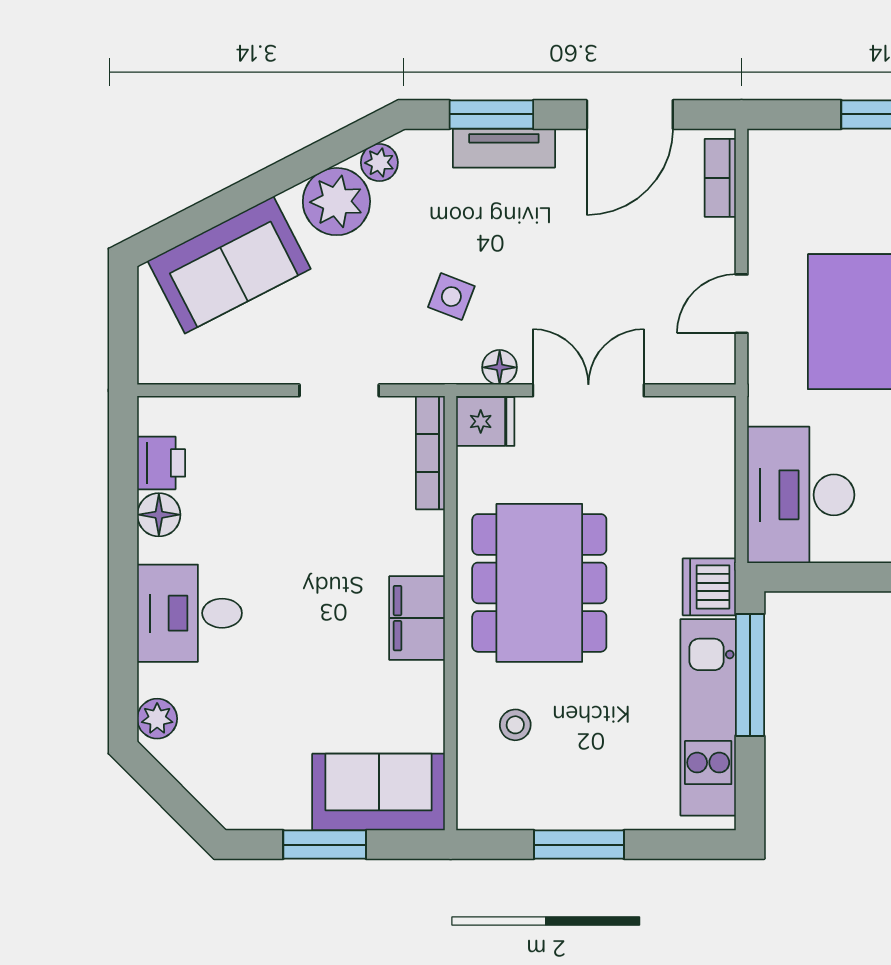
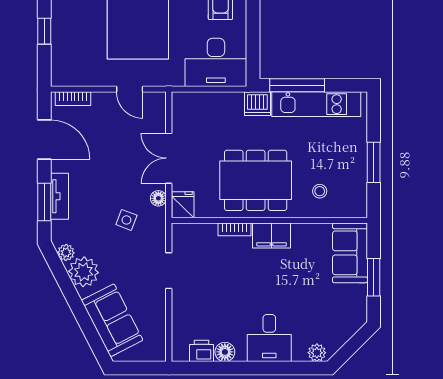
bookcase: (430, 453) -> (235, 229), moved, width x0.64

